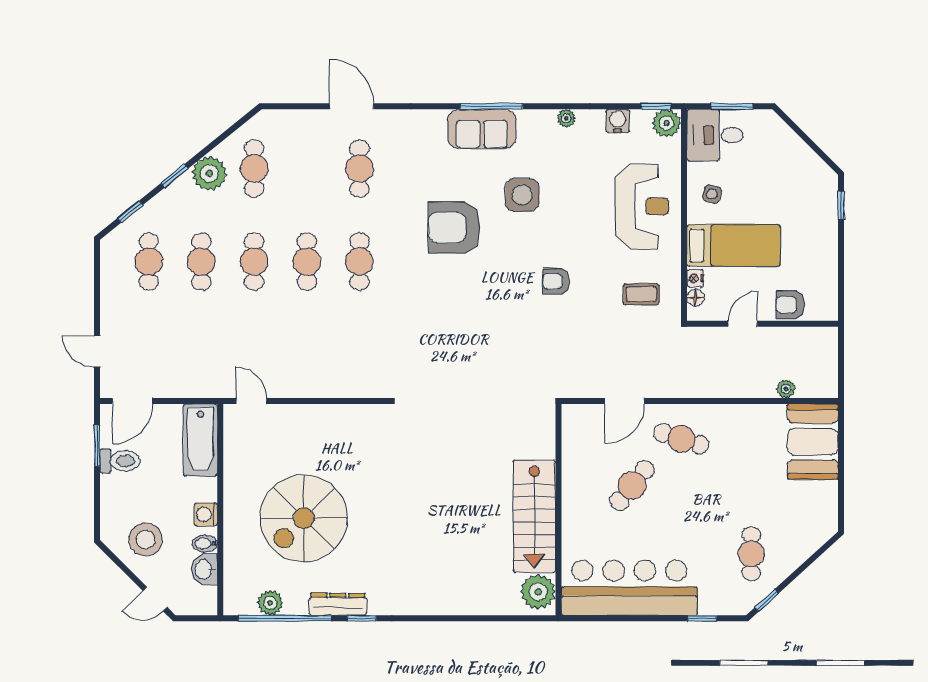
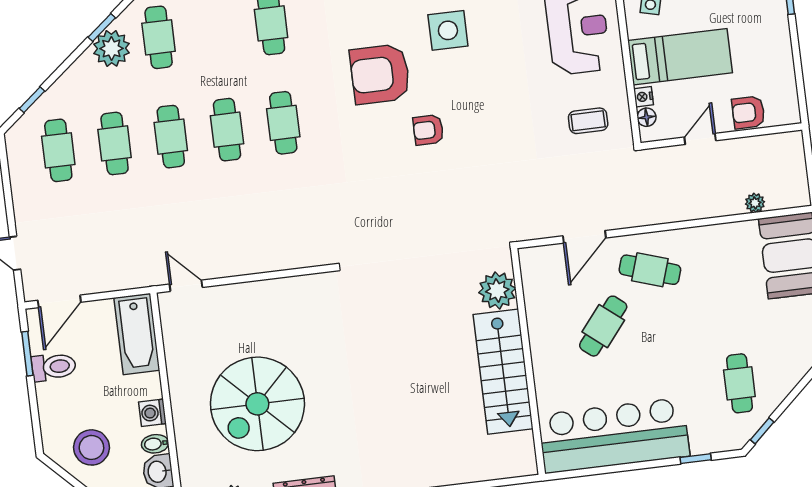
window: (174, 176) -> (102, 27), moved
armchair: (556, 281) -> (428, 130), moved
plant: (538, 592) -> (497, 290), moved

